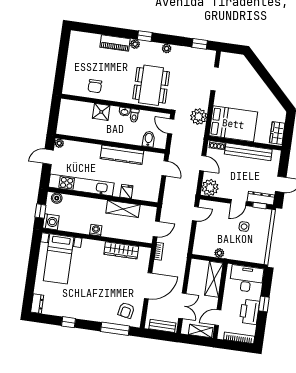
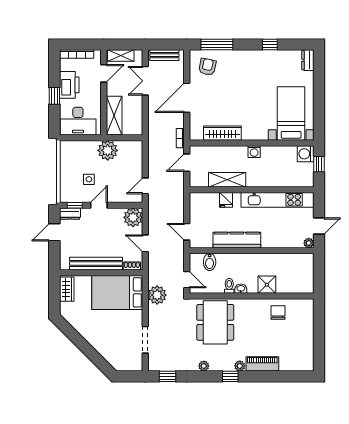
boiler: (57, 198) -> (303, 181), removed
dresser: (261, 198) -> (70, 214), width x0.70
plant: (219, 253) -> (108, 150), width x1.88, depth x1.88

